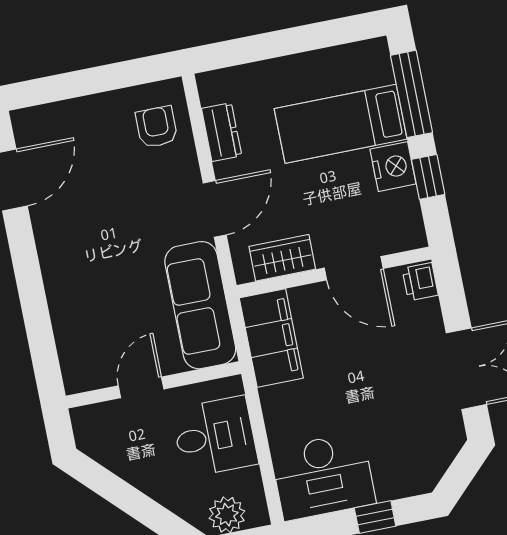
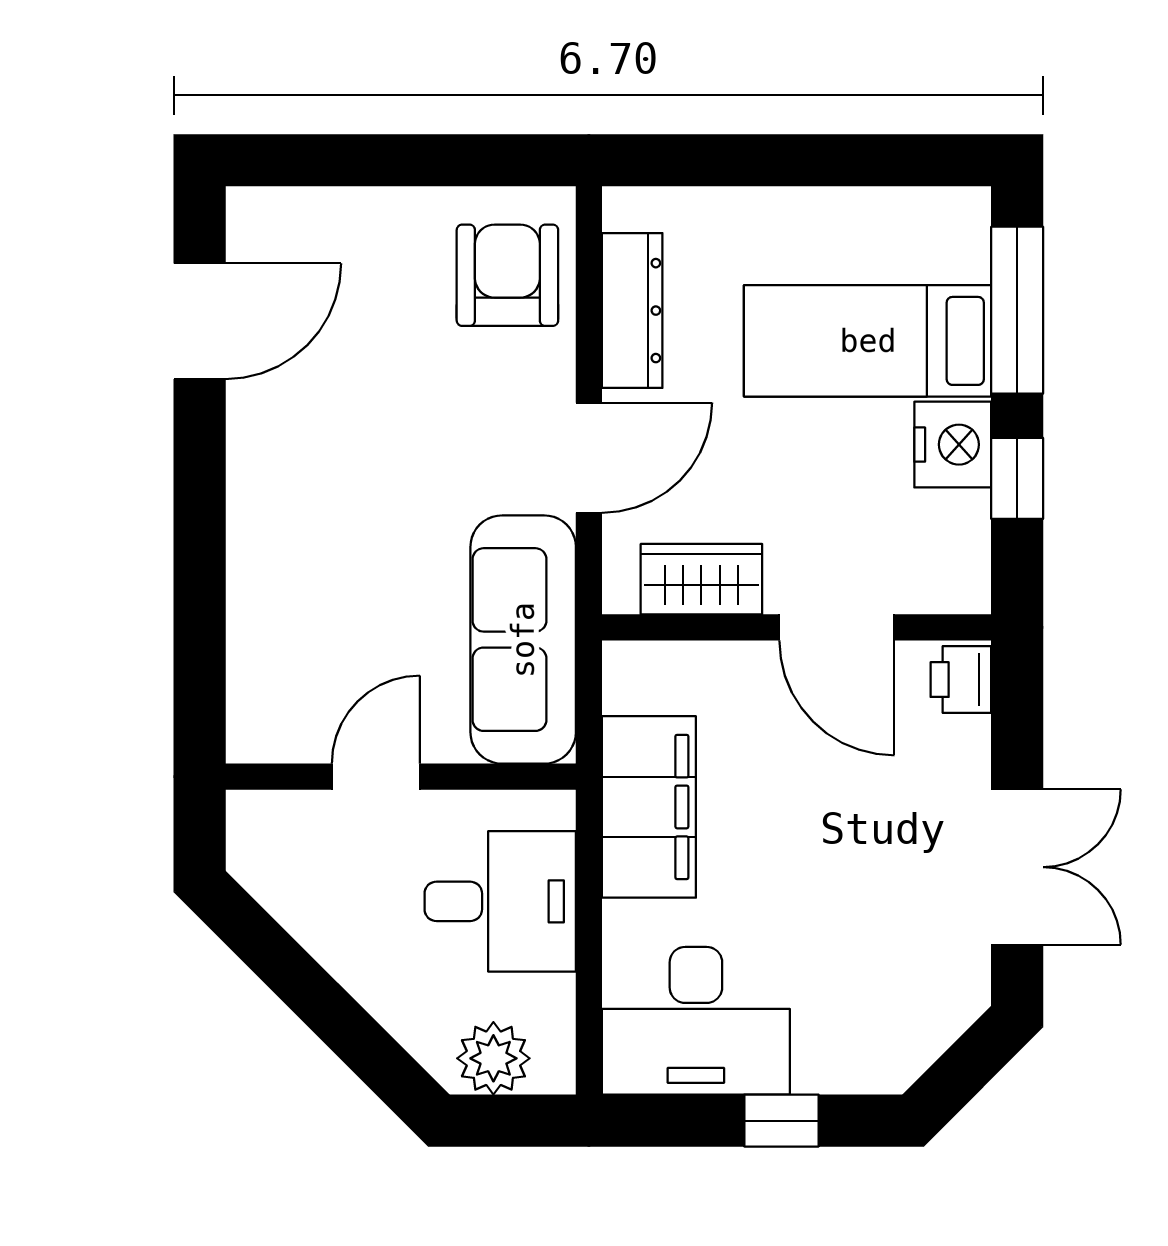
armchair: (157, 127) -> (507, 275), width x1.38, depth x1.38
dresser: (222, 132) -> (632, 311), width x1.44
filing cabinet: (271, 338) -> (649, 807), moved

